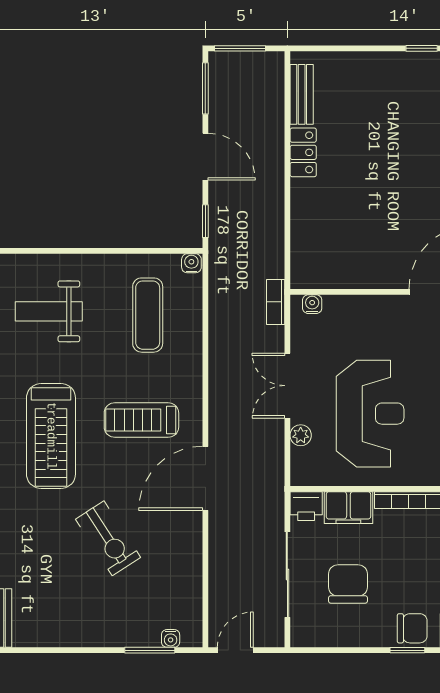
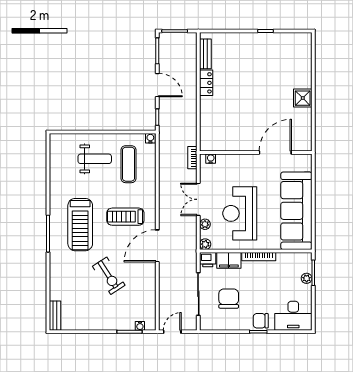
weight bench: (49, 311) -> (95, 159), moved, turned 180
reception desk: (370, 414) -> (240, 213), turned 180
plant: (301, 475) -> (205, 244), added
chair: (412, 628) -> (261, 321), turned 180

